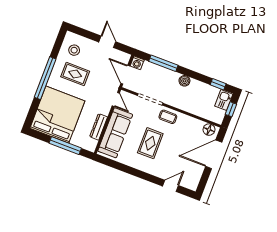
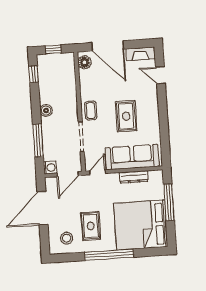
door: (107, 42) -> (42, 208), width x1.87
kitchen sink: (224, 100) -> (47, 61), removed
rug: (150, 143) -> (126, 116), turned 90
fireplace: (195, 178) -> (140, 54), added

